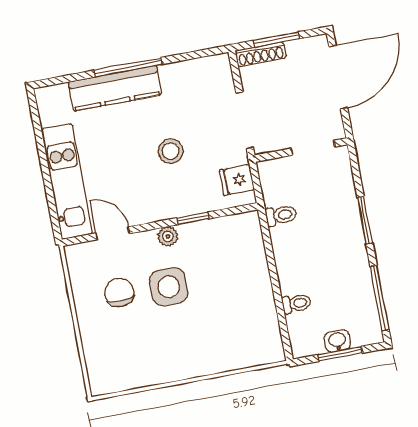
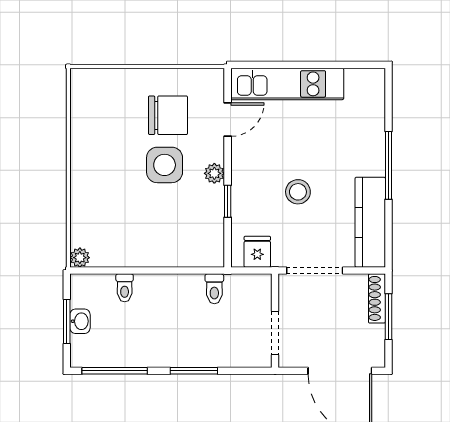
kitchen counter: (115, 88) -> (370, 222), moved
chair: (119, 293) -> (168, 115), width x1.37, depth x1.37
plant: (275, 353) -> (80, 258), added

